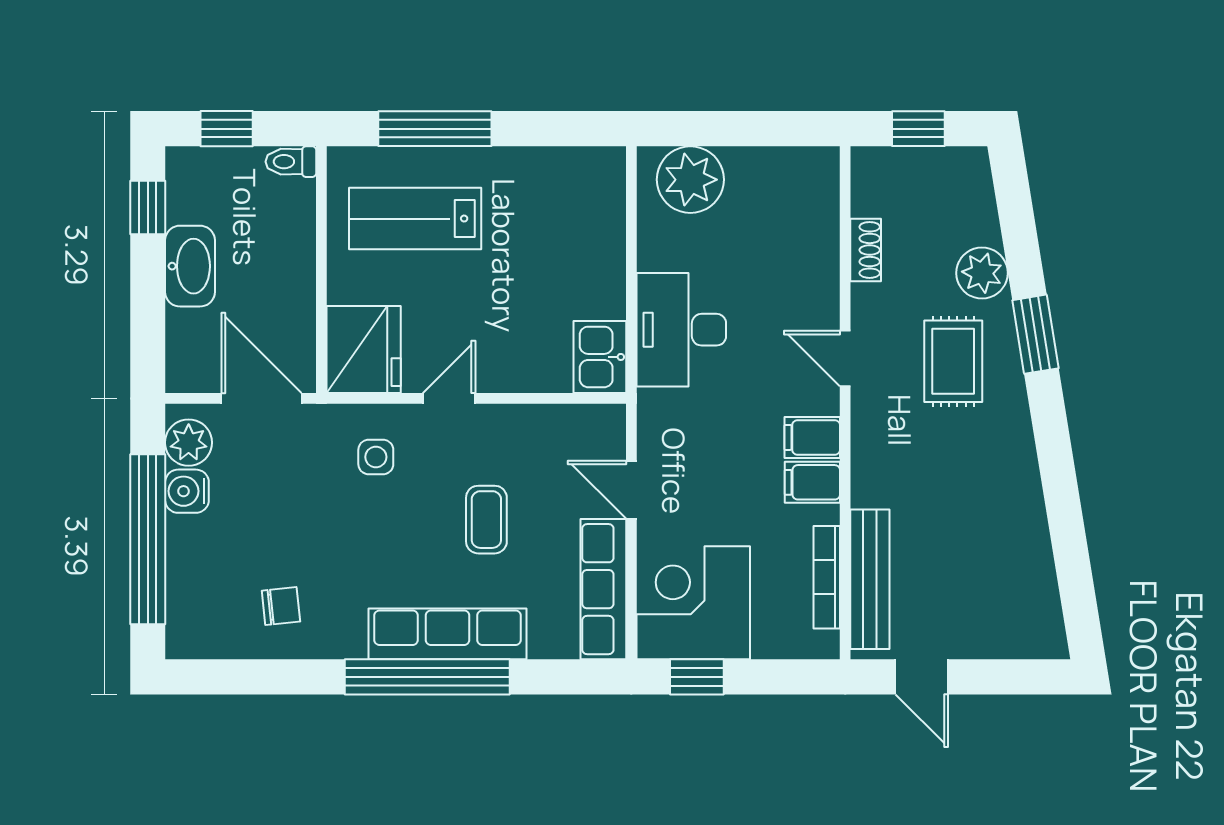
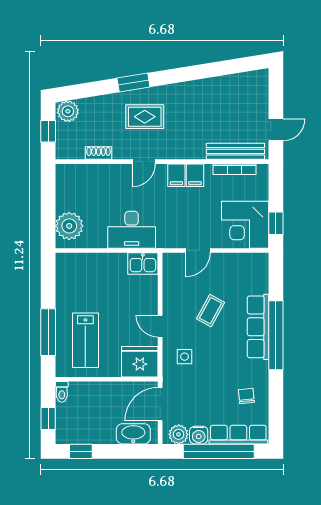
washbasin: (190, 266) -> (133, 434), moved
plant: (982, 273) -> (68, 111), moved
coffee table: (486, 520) -> (210, 311), turned -61
row of seats: (603, 589) -> (238, 435), moved, turned 180

